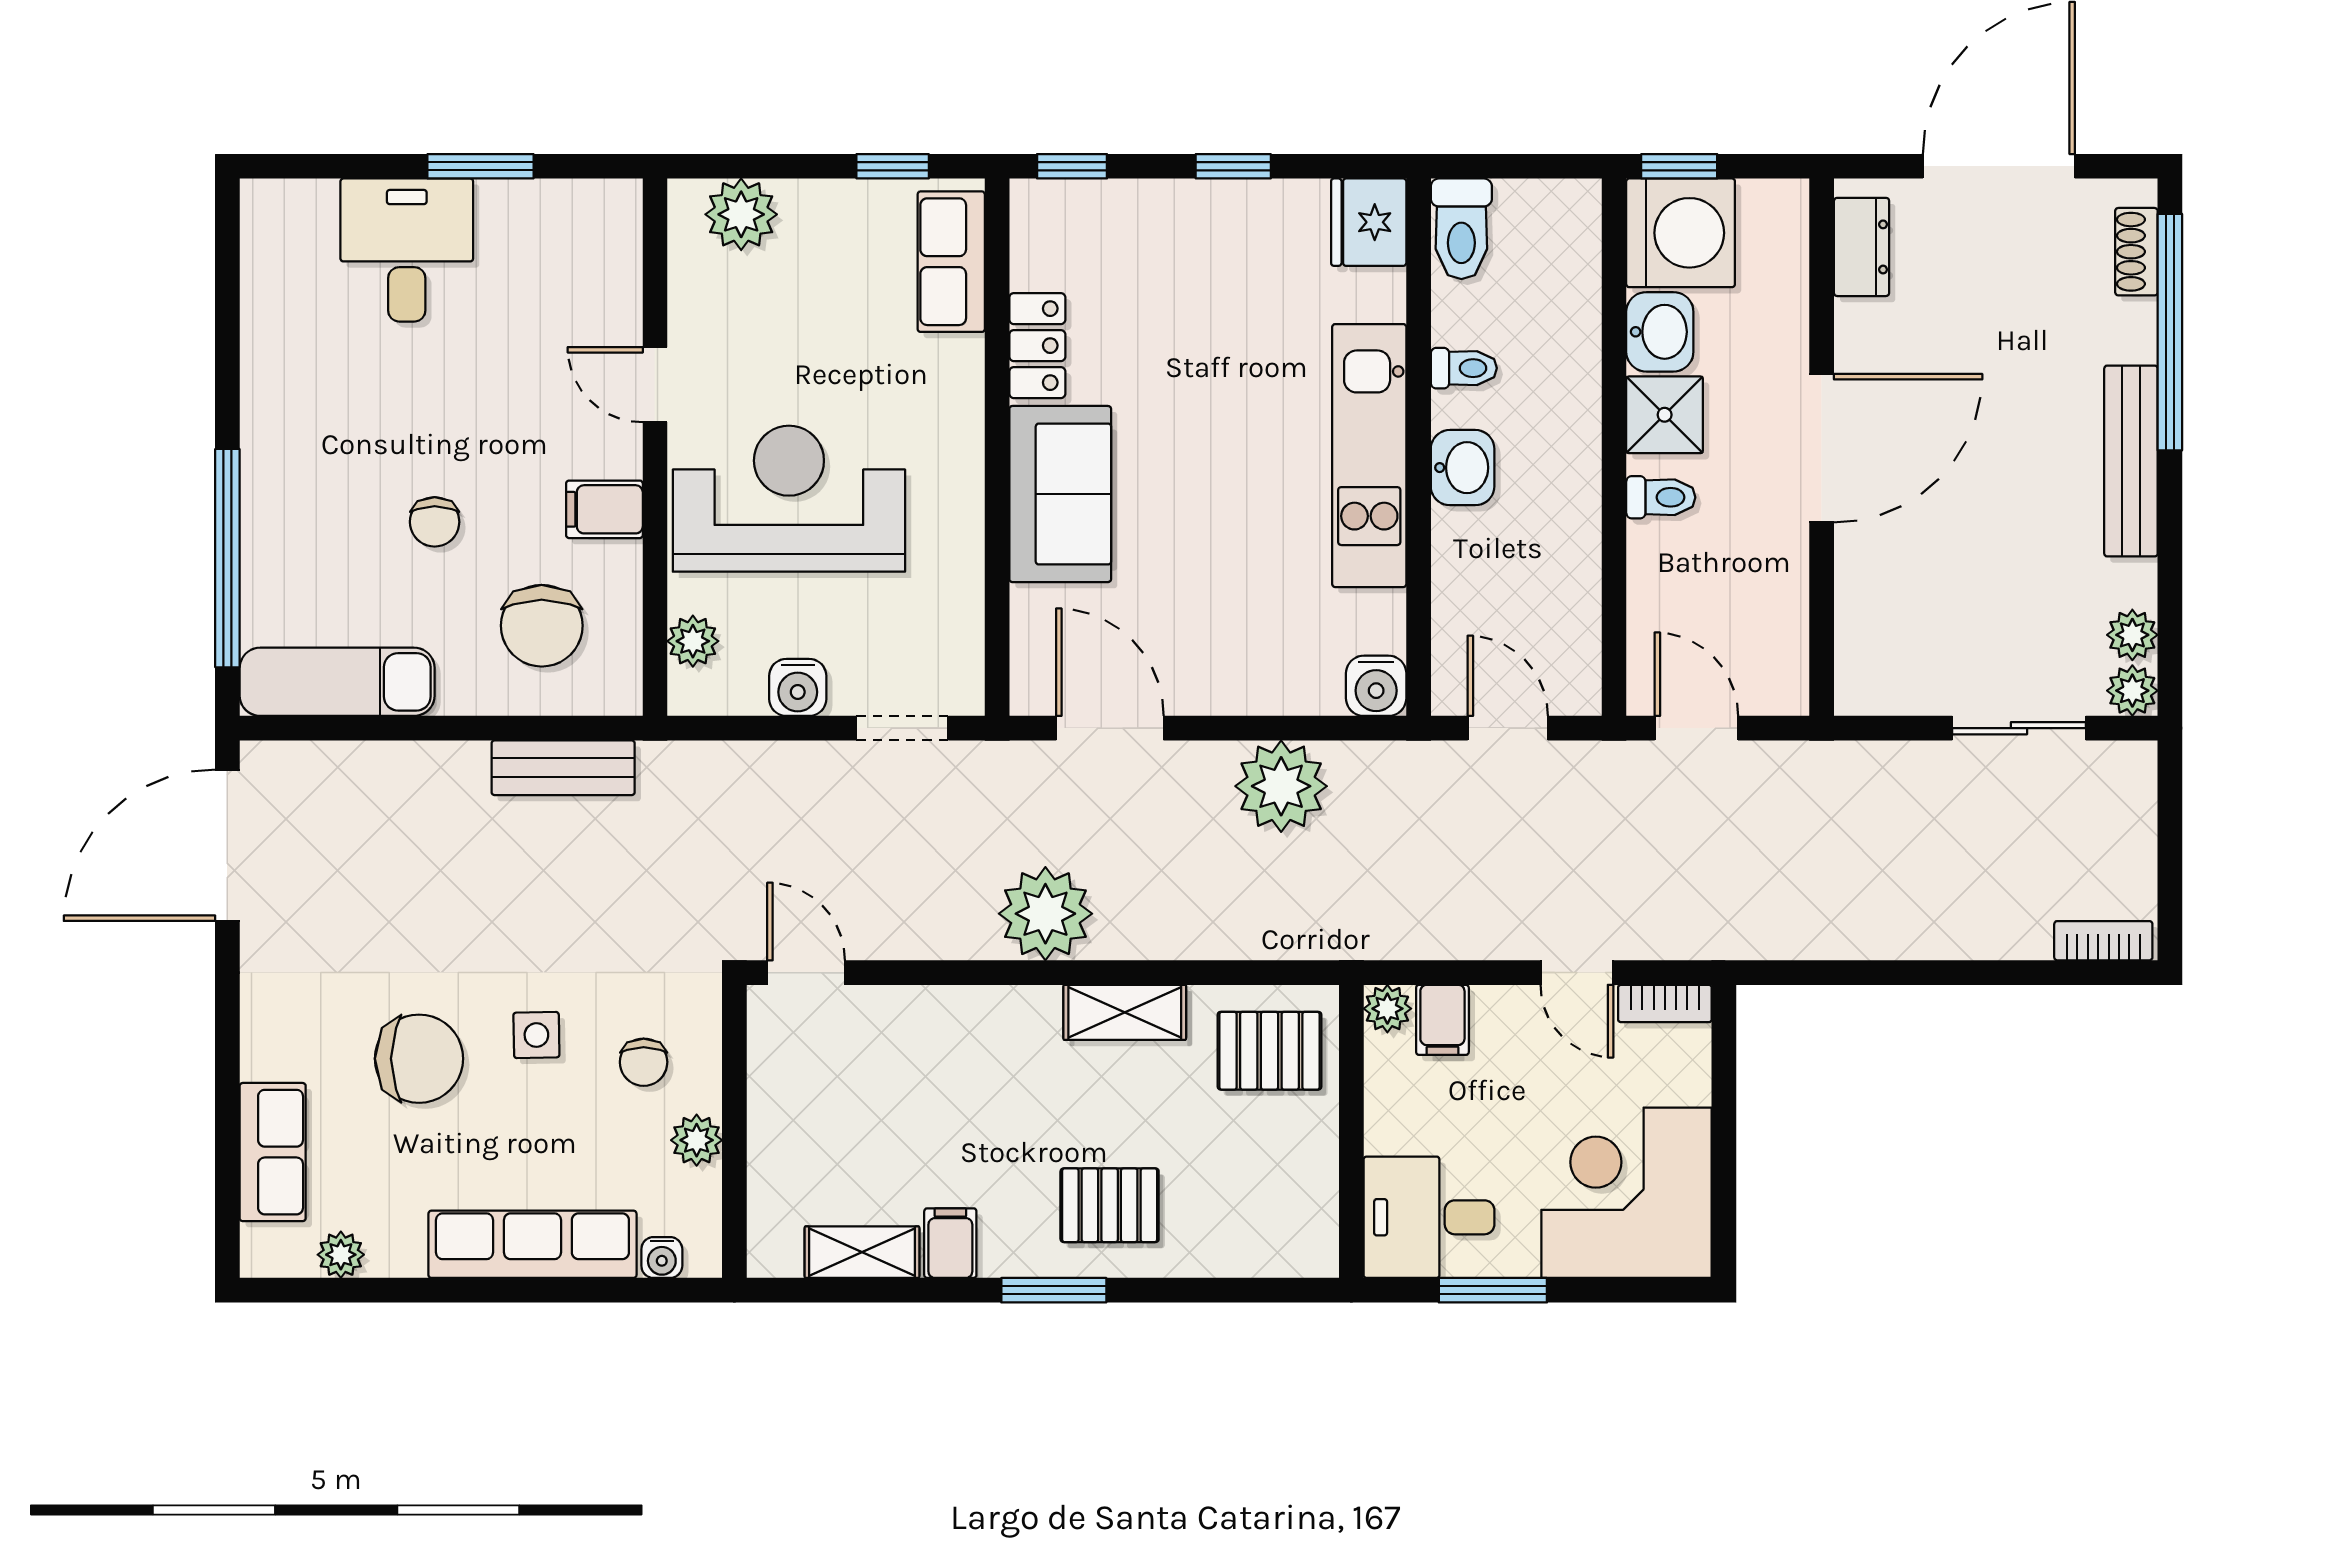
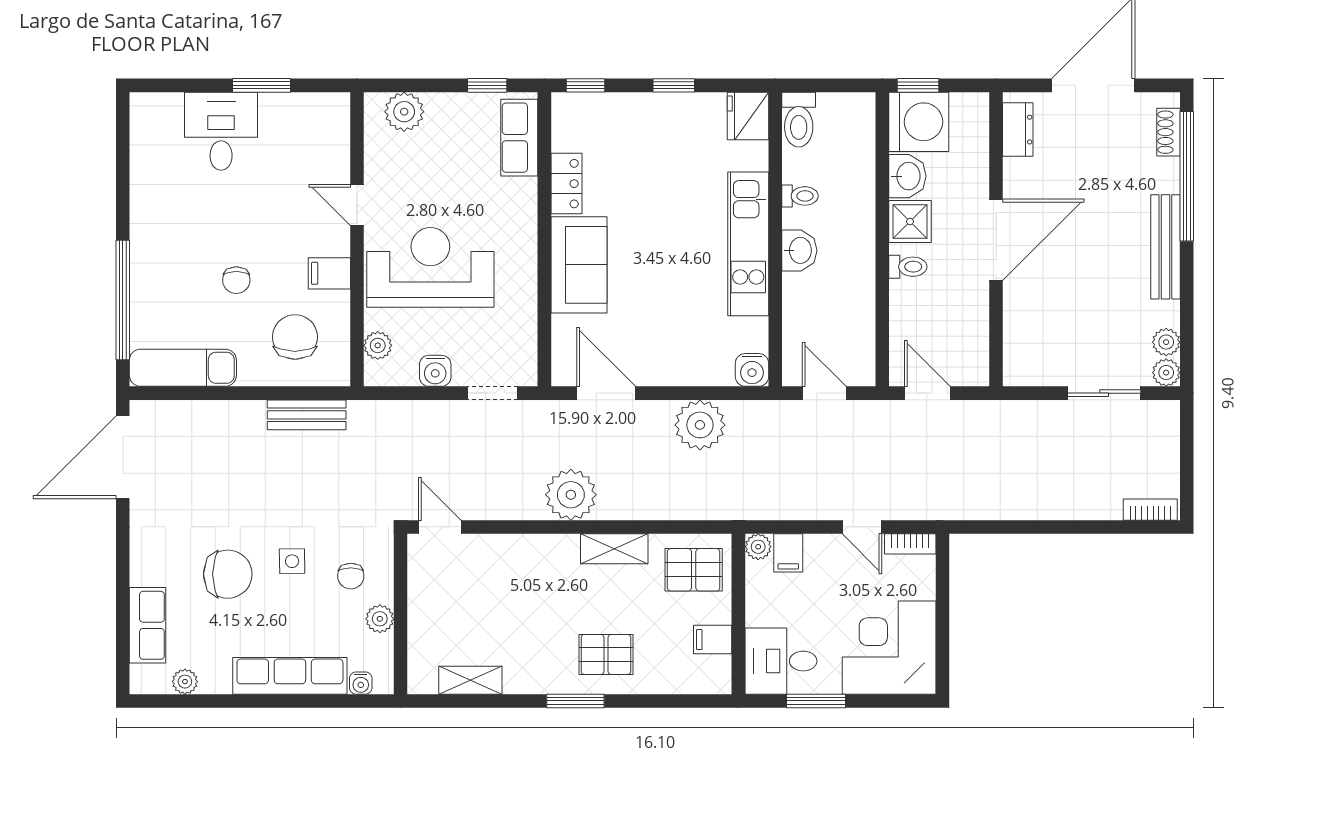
chair: (542, 626) -> (295, 337), turned 180
filing cabinet: (950, 1243) -> (713, 640), moved, turned -90

